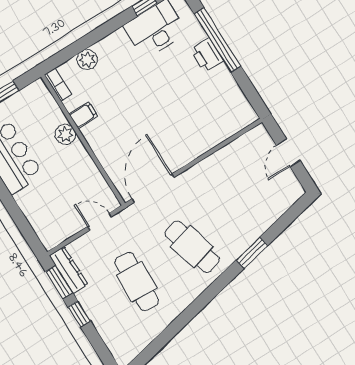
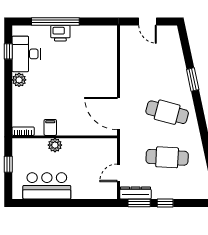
plant: (87, 60) -> (19, 80), moved
door: (100, 222) -> (118, 173), moved
cafe table: (192, 247) -> (167, 112), turned 30

